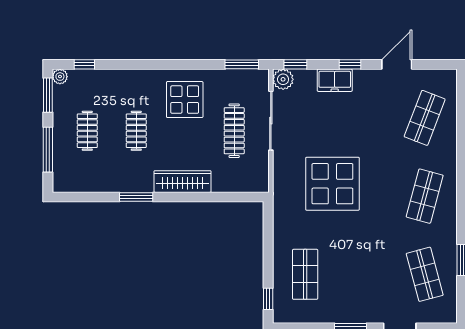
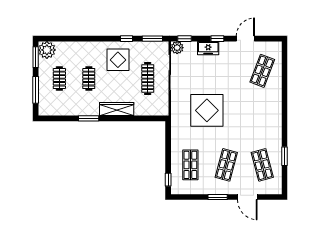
window: (84, 64) -> (126, 39), moved
plant: (60, 77) -> (47, 50), width x1.87, depth x1.87
shop shelf: (425, 196) -> (226, 165), moved

